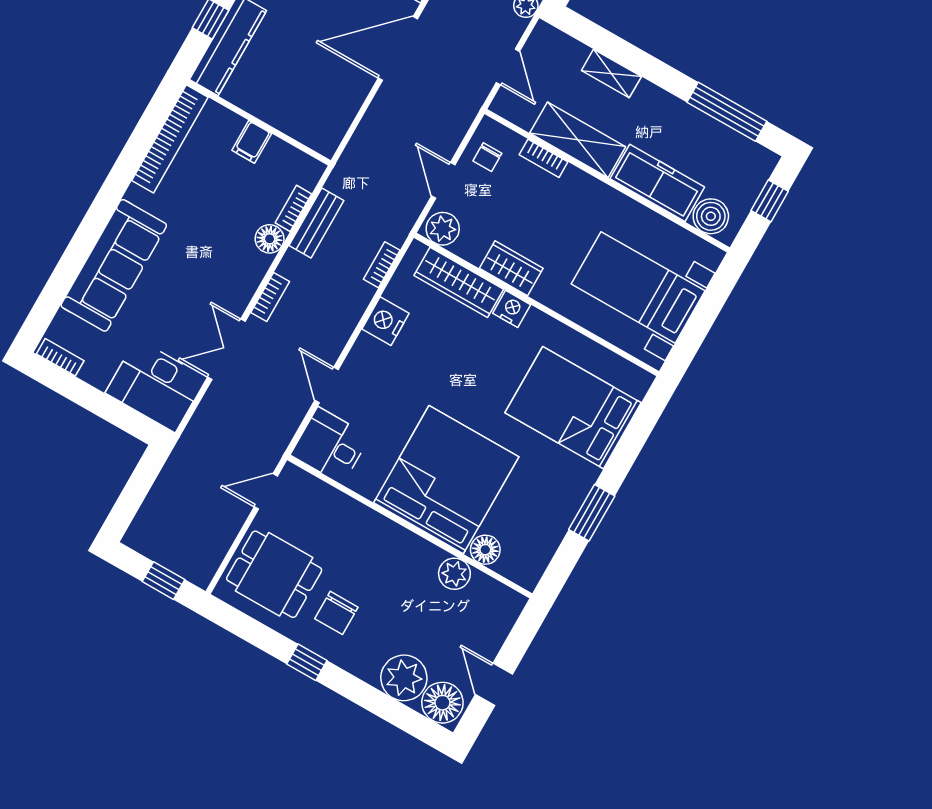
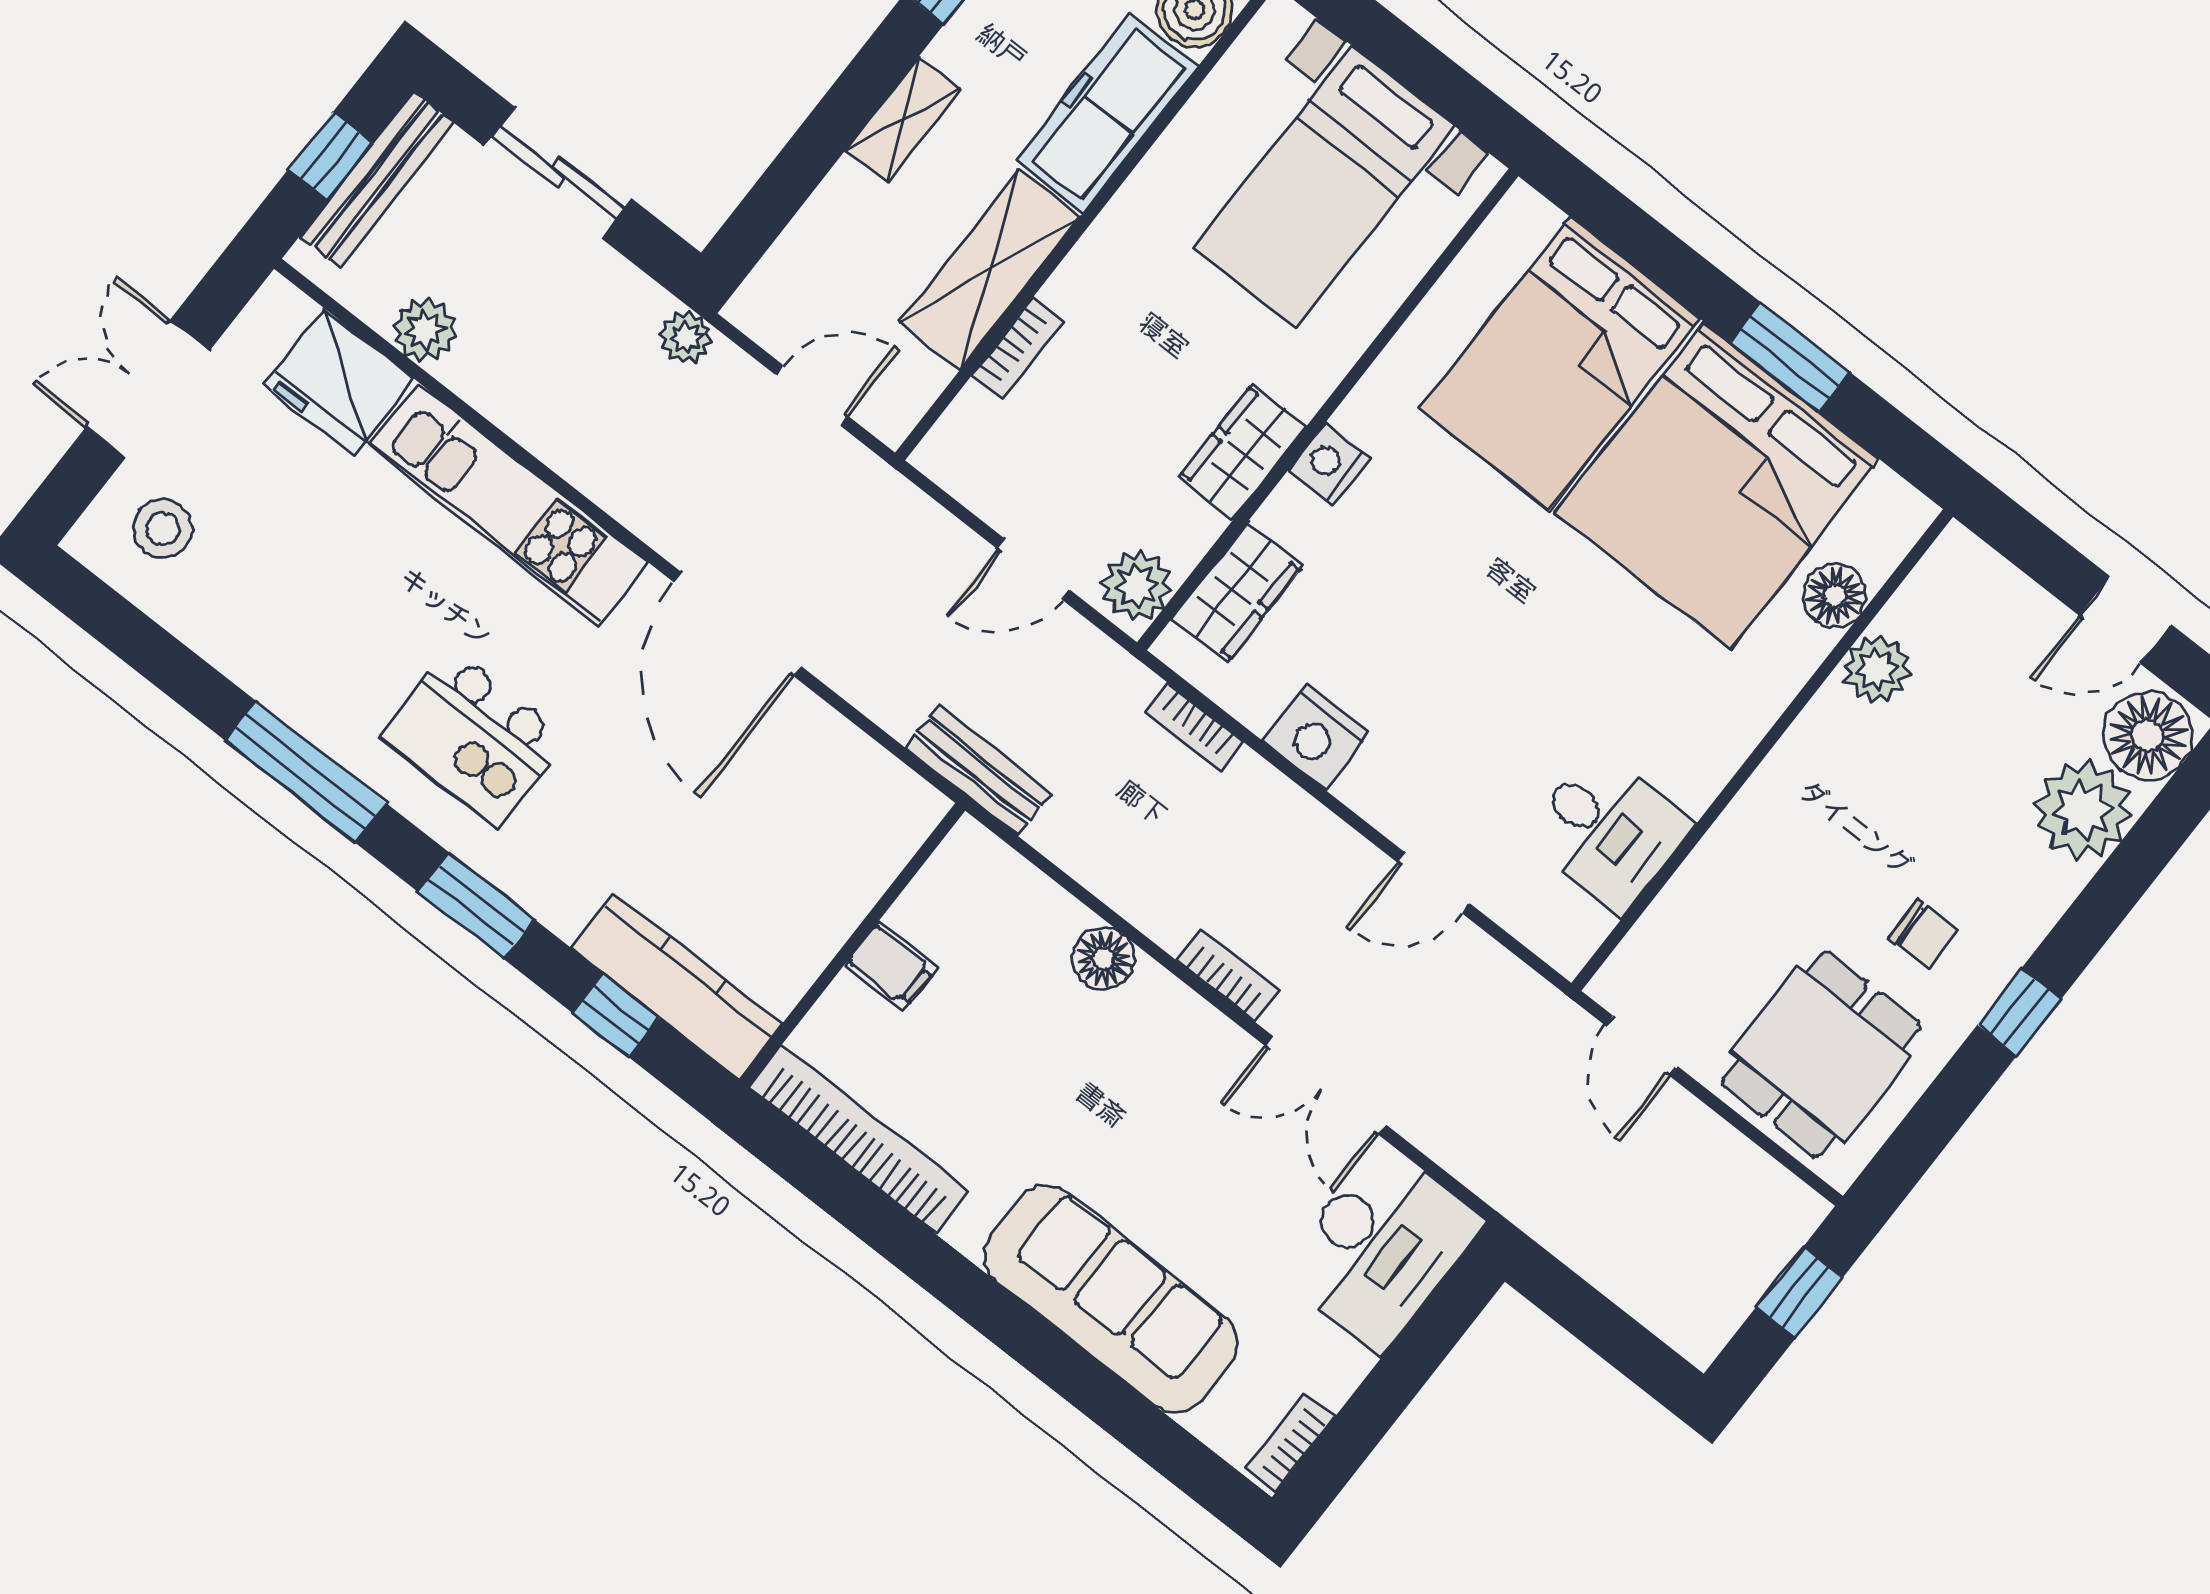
shelving: (611, 74) -> (903, 120), moved
chair: (487, 157) -> (998, 468), removed
bookcase: (293, 208) -> (1046, 898), removed
bench: (316, 223) -> (979, 771), moved
wardrobe: (459, 282) -> (1237, 592), width x0.67
desk: (330, 446) -> (1608, 831), moved, turned -90
bed: (446, 480) -> (1717, 485), moved, turned -90
chair: (336, 613) -> (1923, 933), width x0.73, depth x0.73

